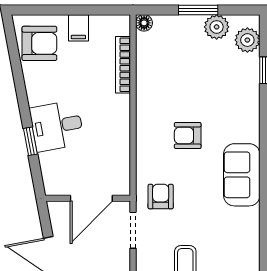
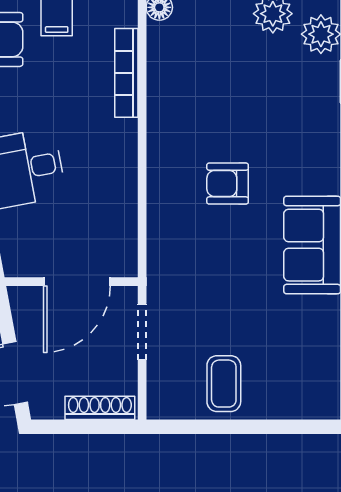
armchair: (161, 197) -> (185, 279), removed

